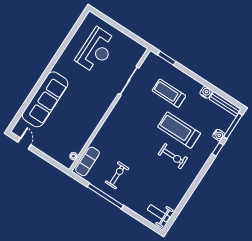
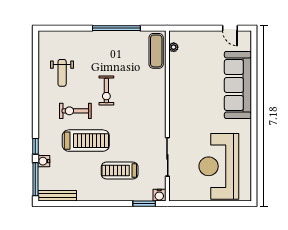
reception desk: (96, 50) -> (219, 166), width x1.36, depth x1.30
water cooler: (206, 92) -> (159, 195), moved
treadmill: (169, 93) -> (120, 170), turned 180
exercise bike: (117, 175) -> (106, 91), moved
weight bench: (159, 213) -> (62, 73), moved, turned 90

